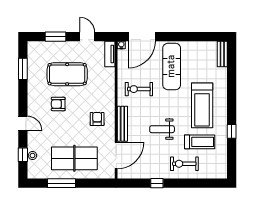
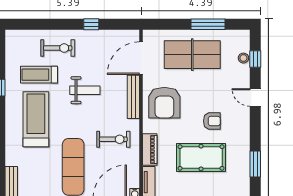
piano: (109, 81) -> (150, 149), added
armchair: (97, 119) -> (164, 103), width x1.88, depth x1.88

